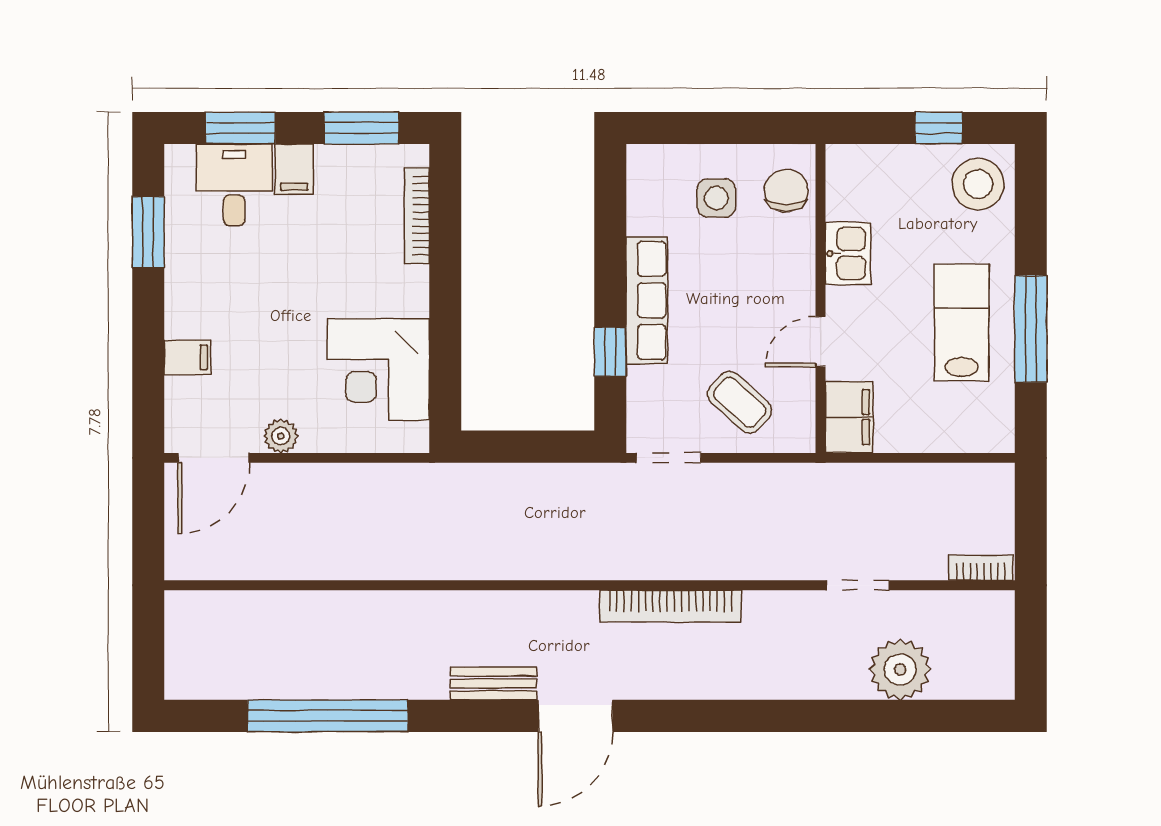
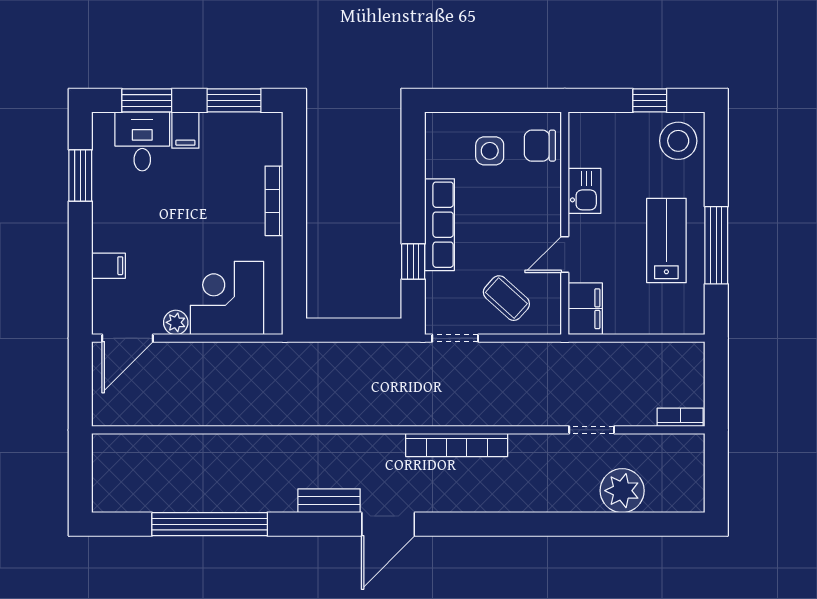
chair: (786, 191) -> (540, 146), turned -90
bookcase: (417, 216) -> (274, 201), moved
corner desk: (379, 369) -> (227, 298), moved, turned 90

